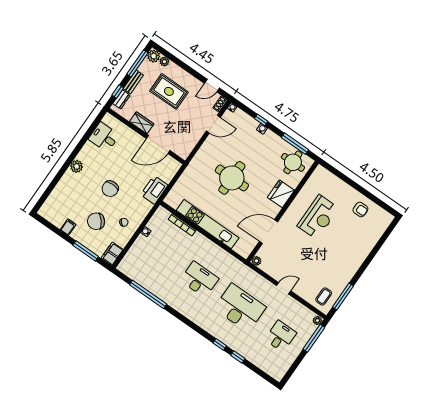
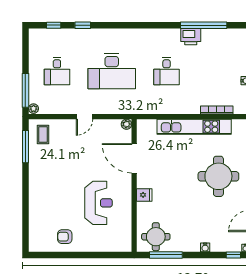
window: (261, 120) -> (233, 255), moved
round table: (232, 178) -> (218, 176), moved
fridge: (281, 194) -> (144, 195), width x0.53, depth x0.75
reception desk: (318, 217) -> (98, 203), turned 180
door: (268, 232) -> (134, 158), swing flipped
desk: (199, 279) -> (167, 71), width x0.73
printer: (164, 293) -> (191, 37), added
window: (220, 344) -> (54, 25), moved

